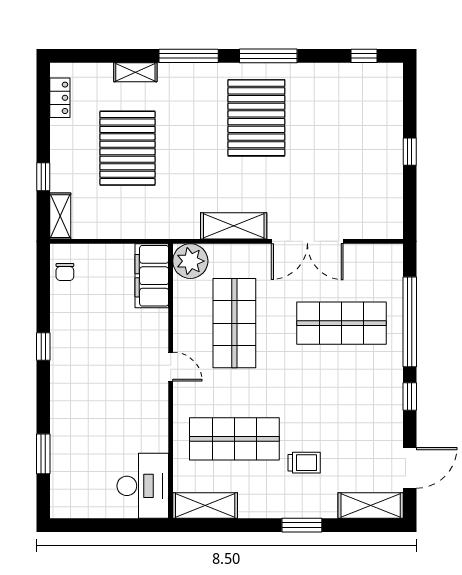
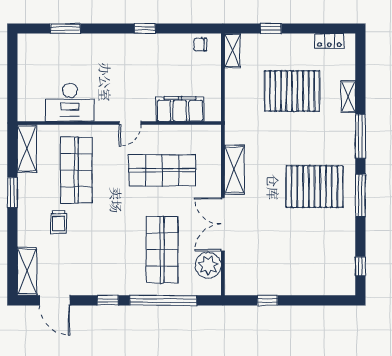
window: (410, 152) -> (267, 300), moved
shelving: (60, 216) -> (232, 51), moved, turned 90
plant: (190, 261) -> (208, 265), moved
filing cabinet: (152, 276) -> (180, 109), moved
desk: (143, 486) -> (70, 102), moved
window: (302, 525) -> (12, 192), moved

